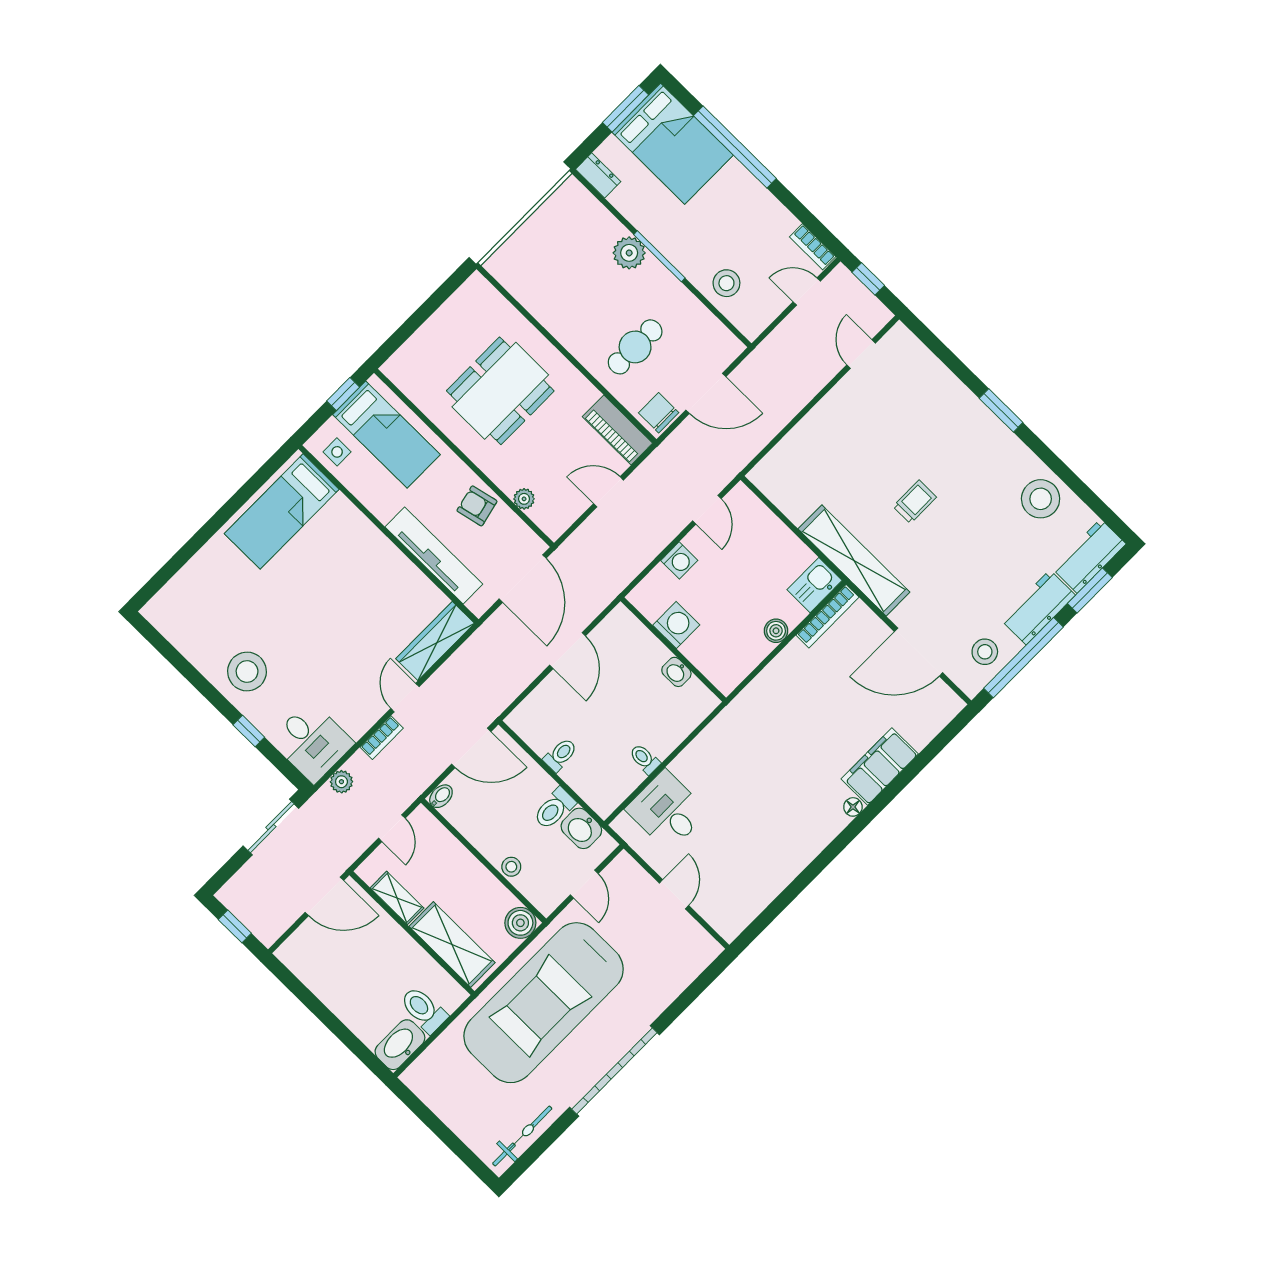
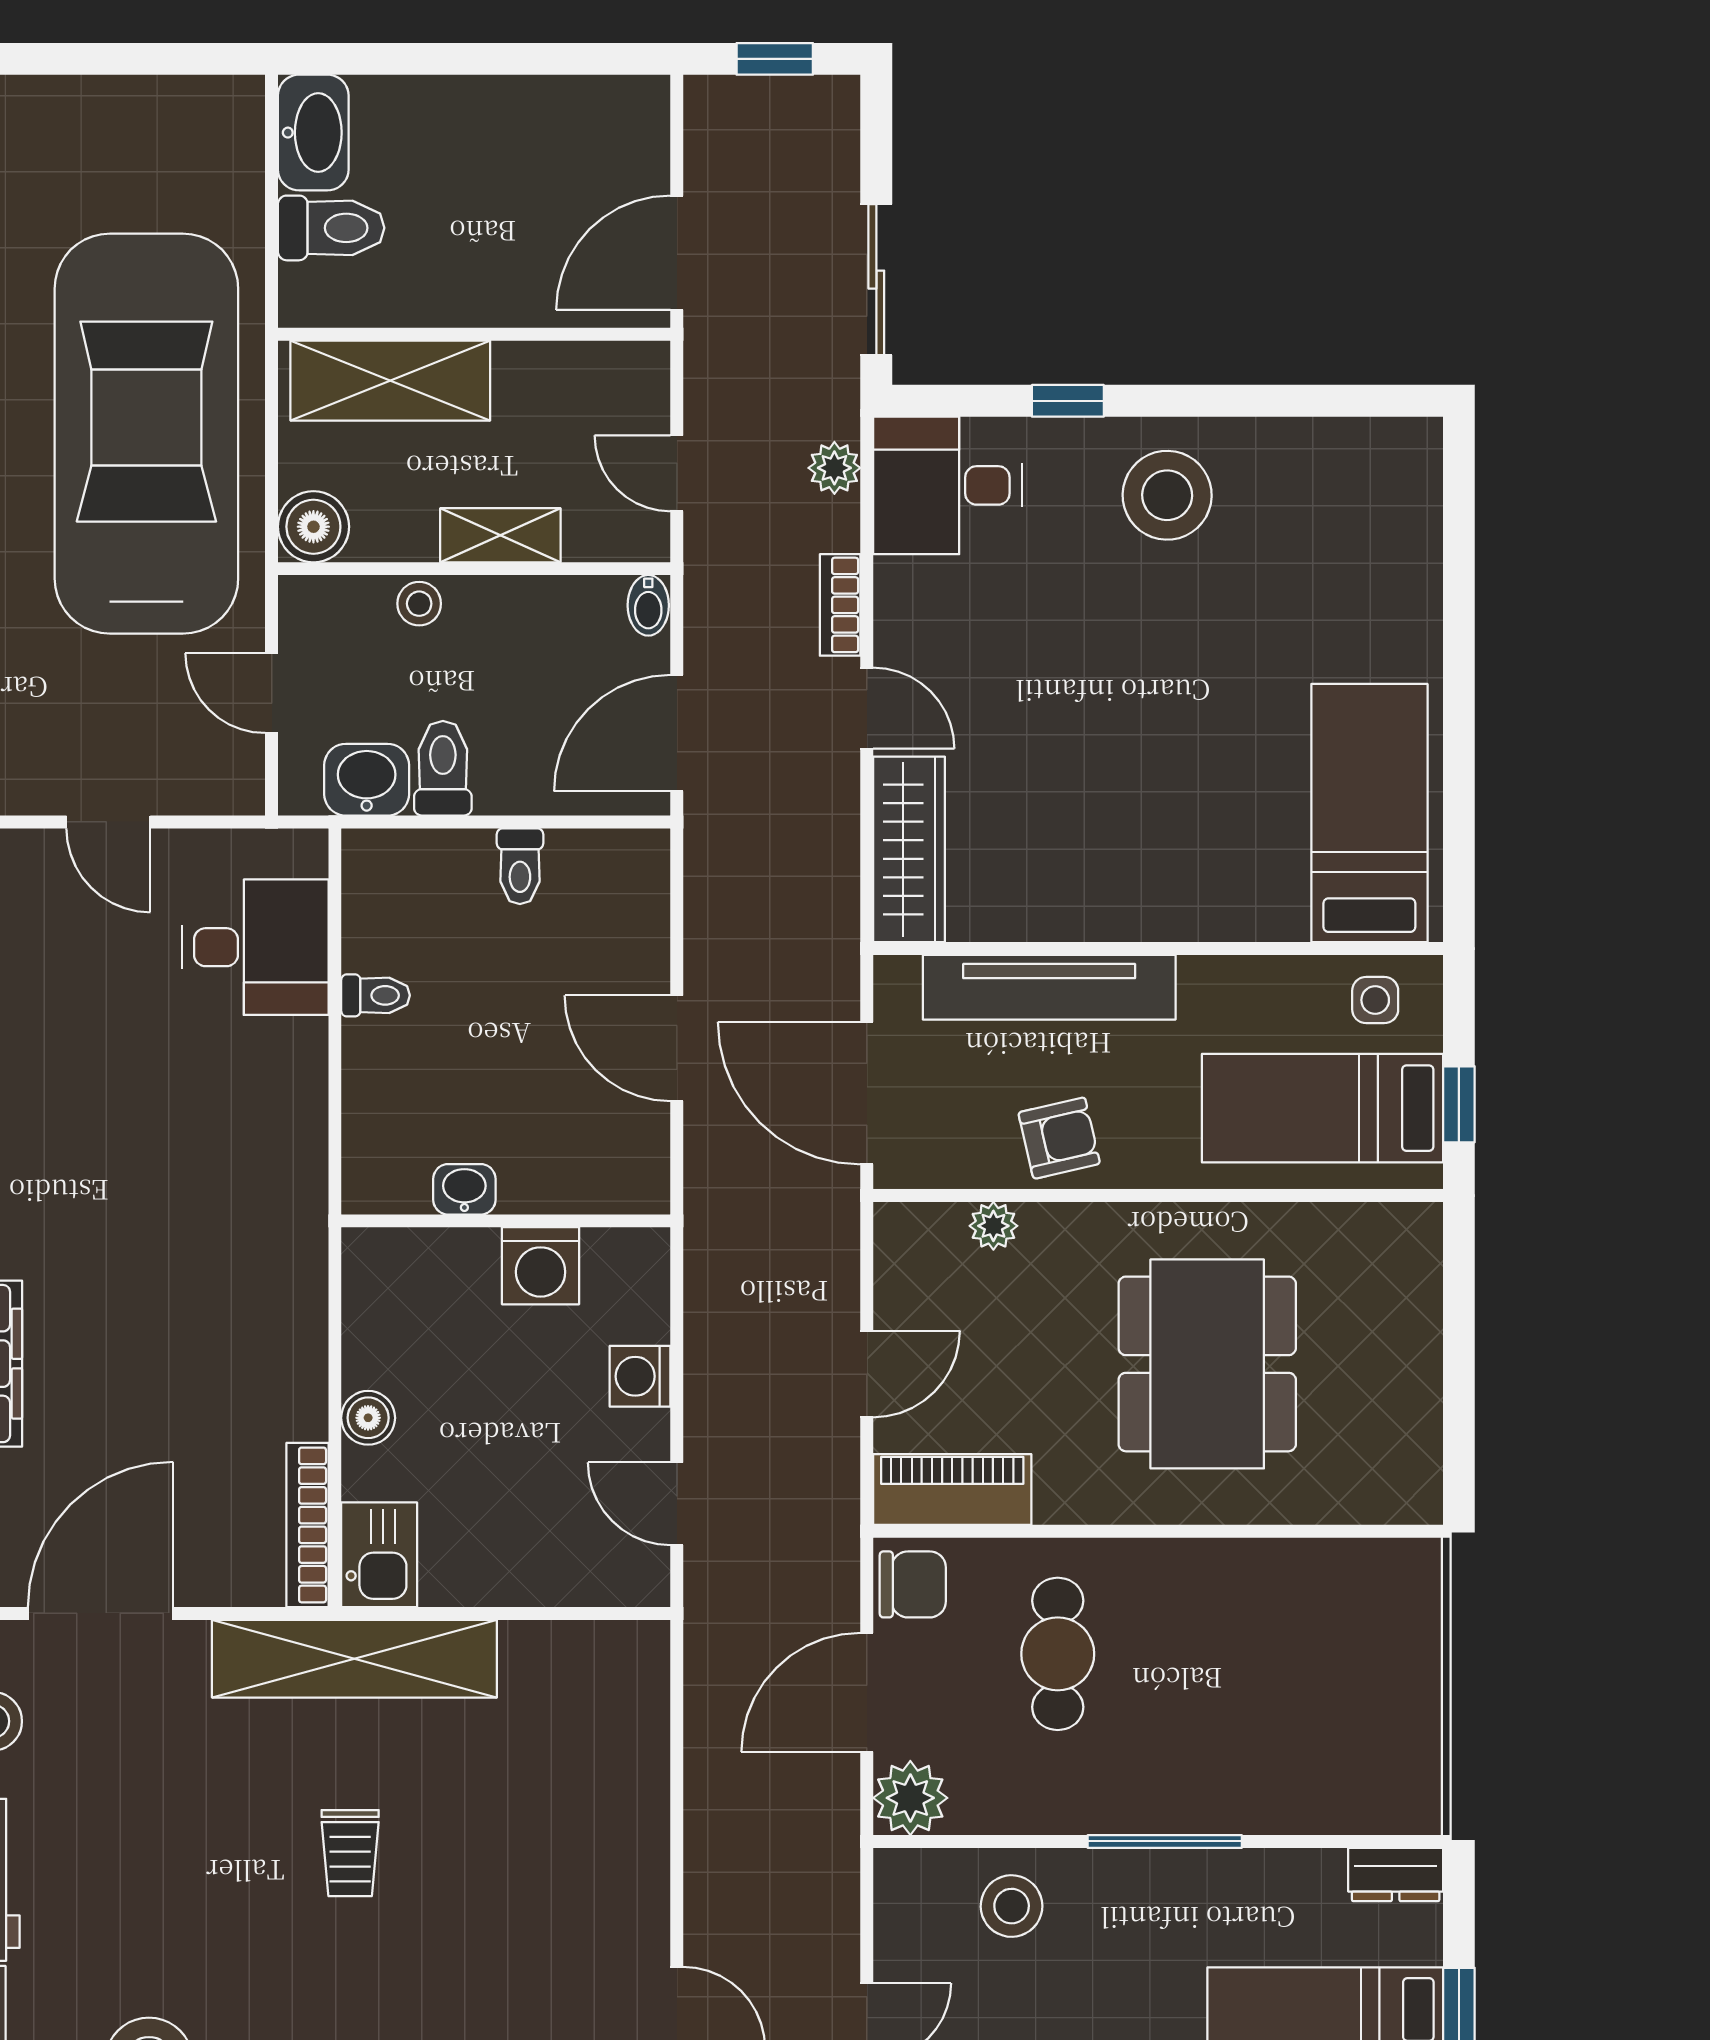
plant: (629, 253) -> (910, 1798), moved
shelving: (397, 898) -> (500, 535), moved

